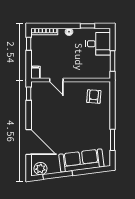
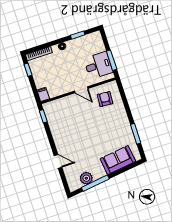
desk: (98, 44) -> (98, 65), moved
door: (56, 80) -> (81, 90), moved
door: (29, 142) -> (58, 161), width x0.53
sofa: (81, 160) -> (118, 160), width x0.73
plant: (40, 169) -> (86, 178), moved

